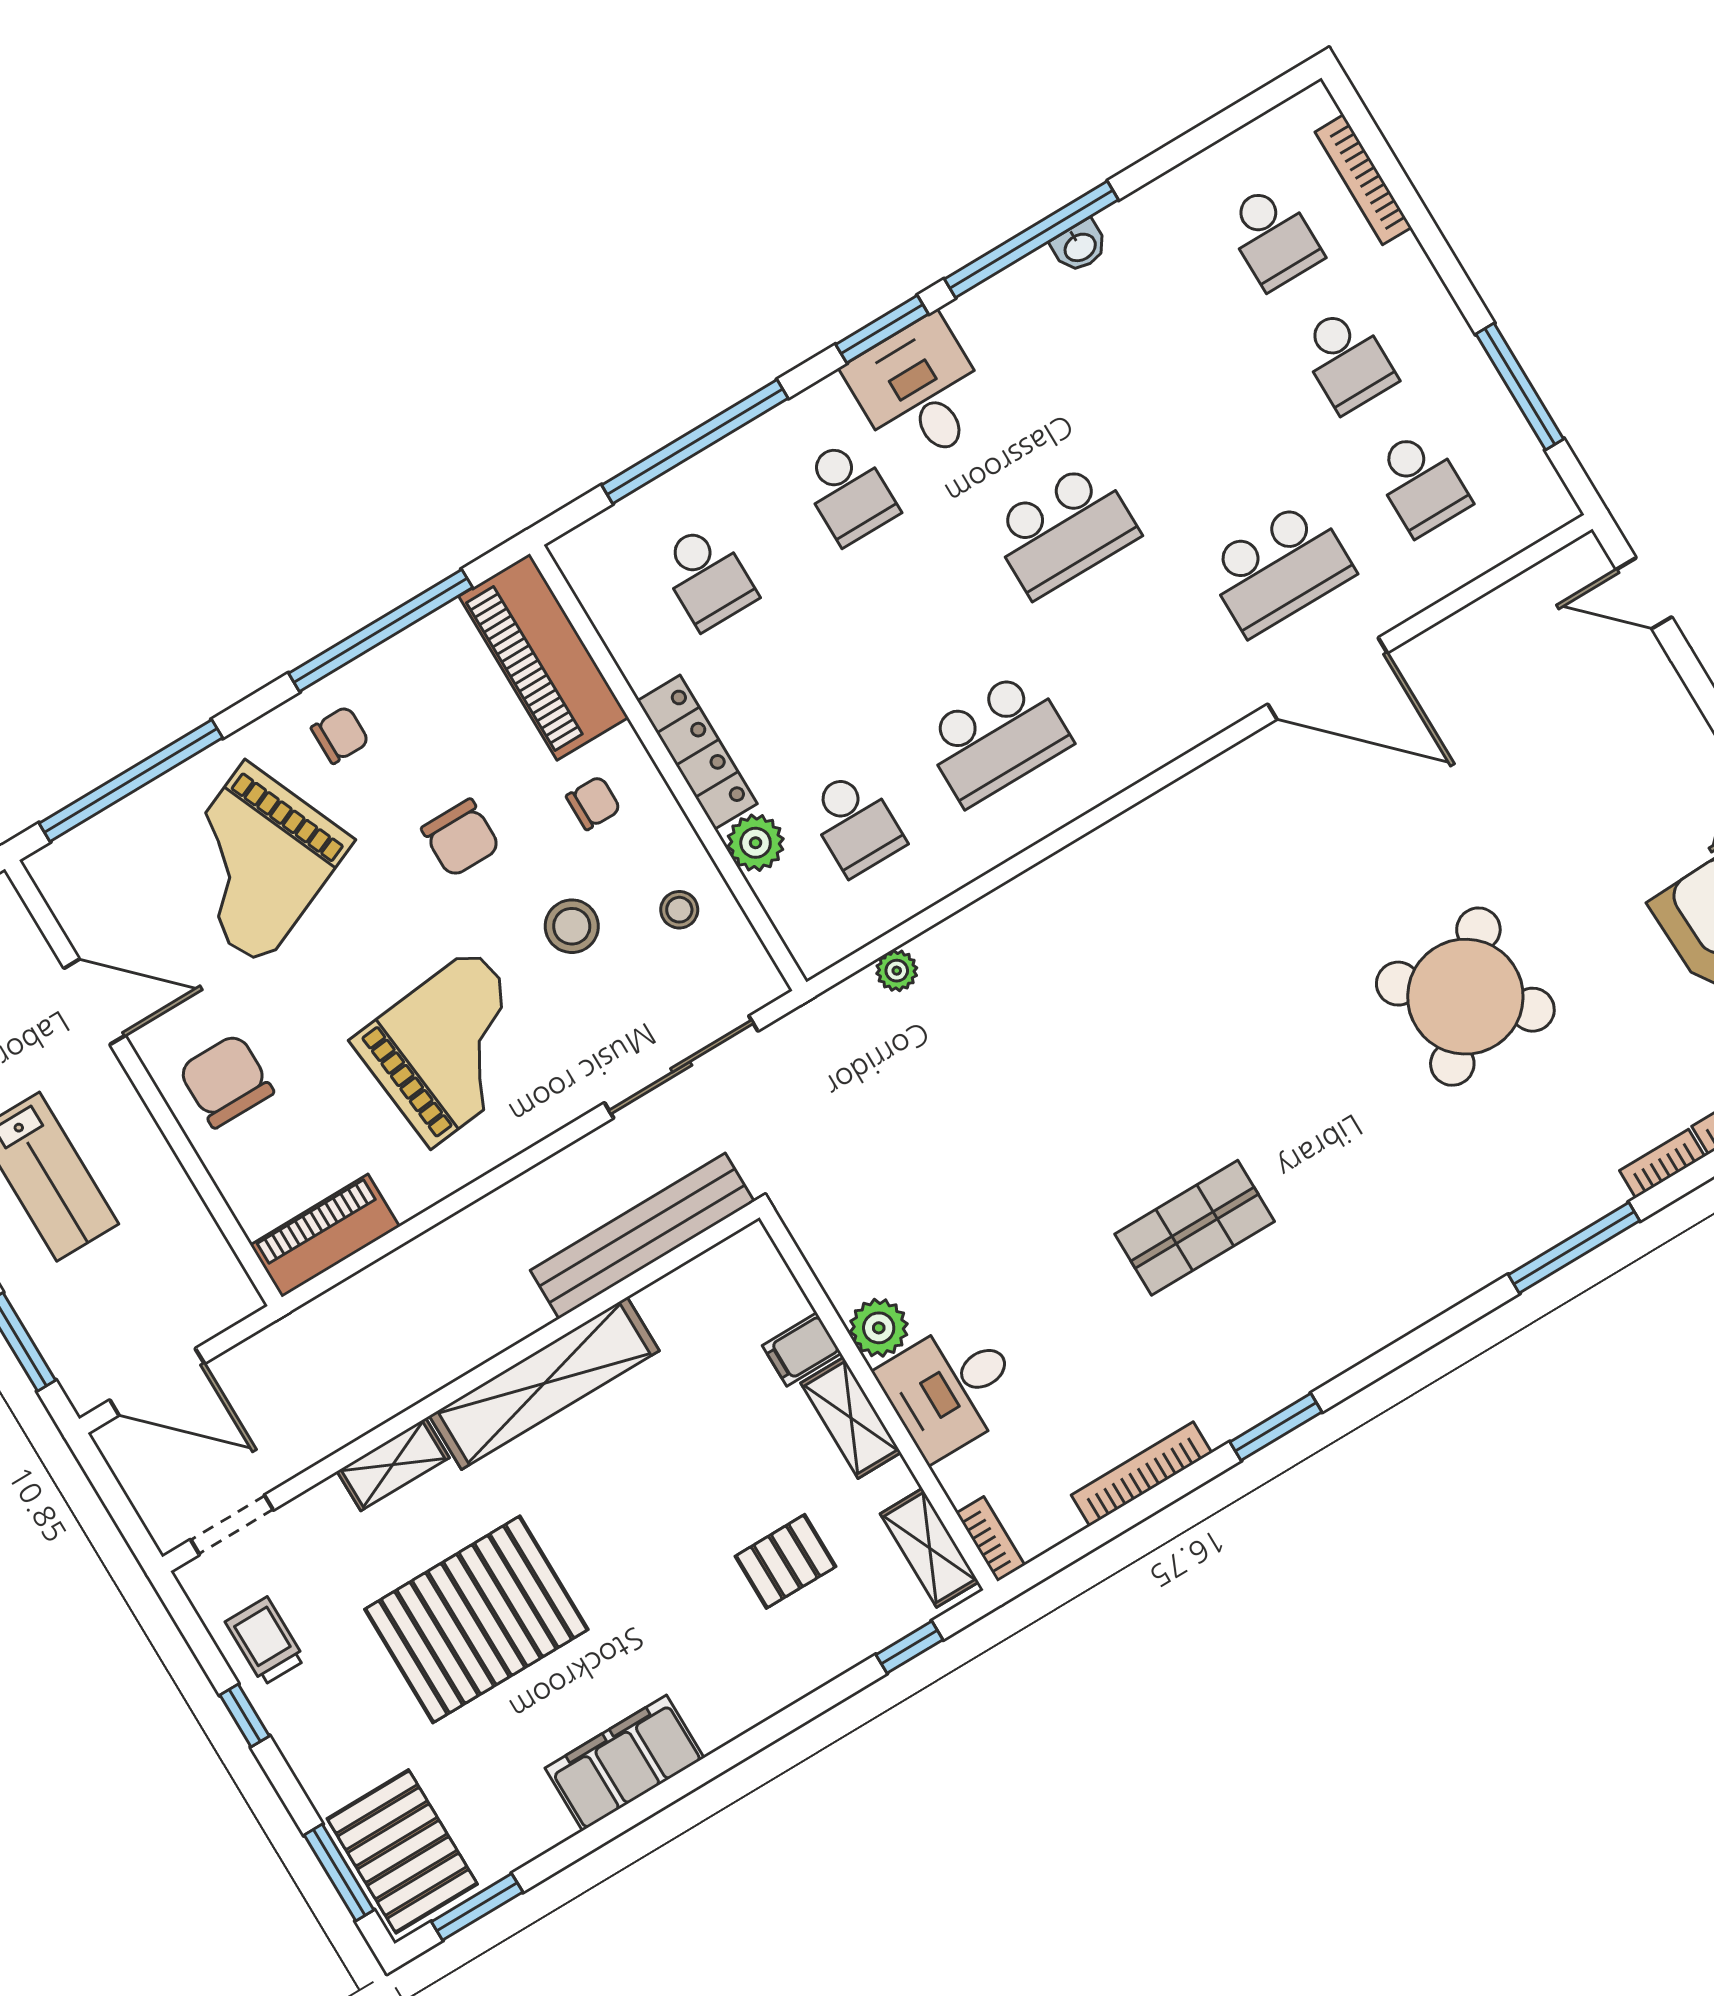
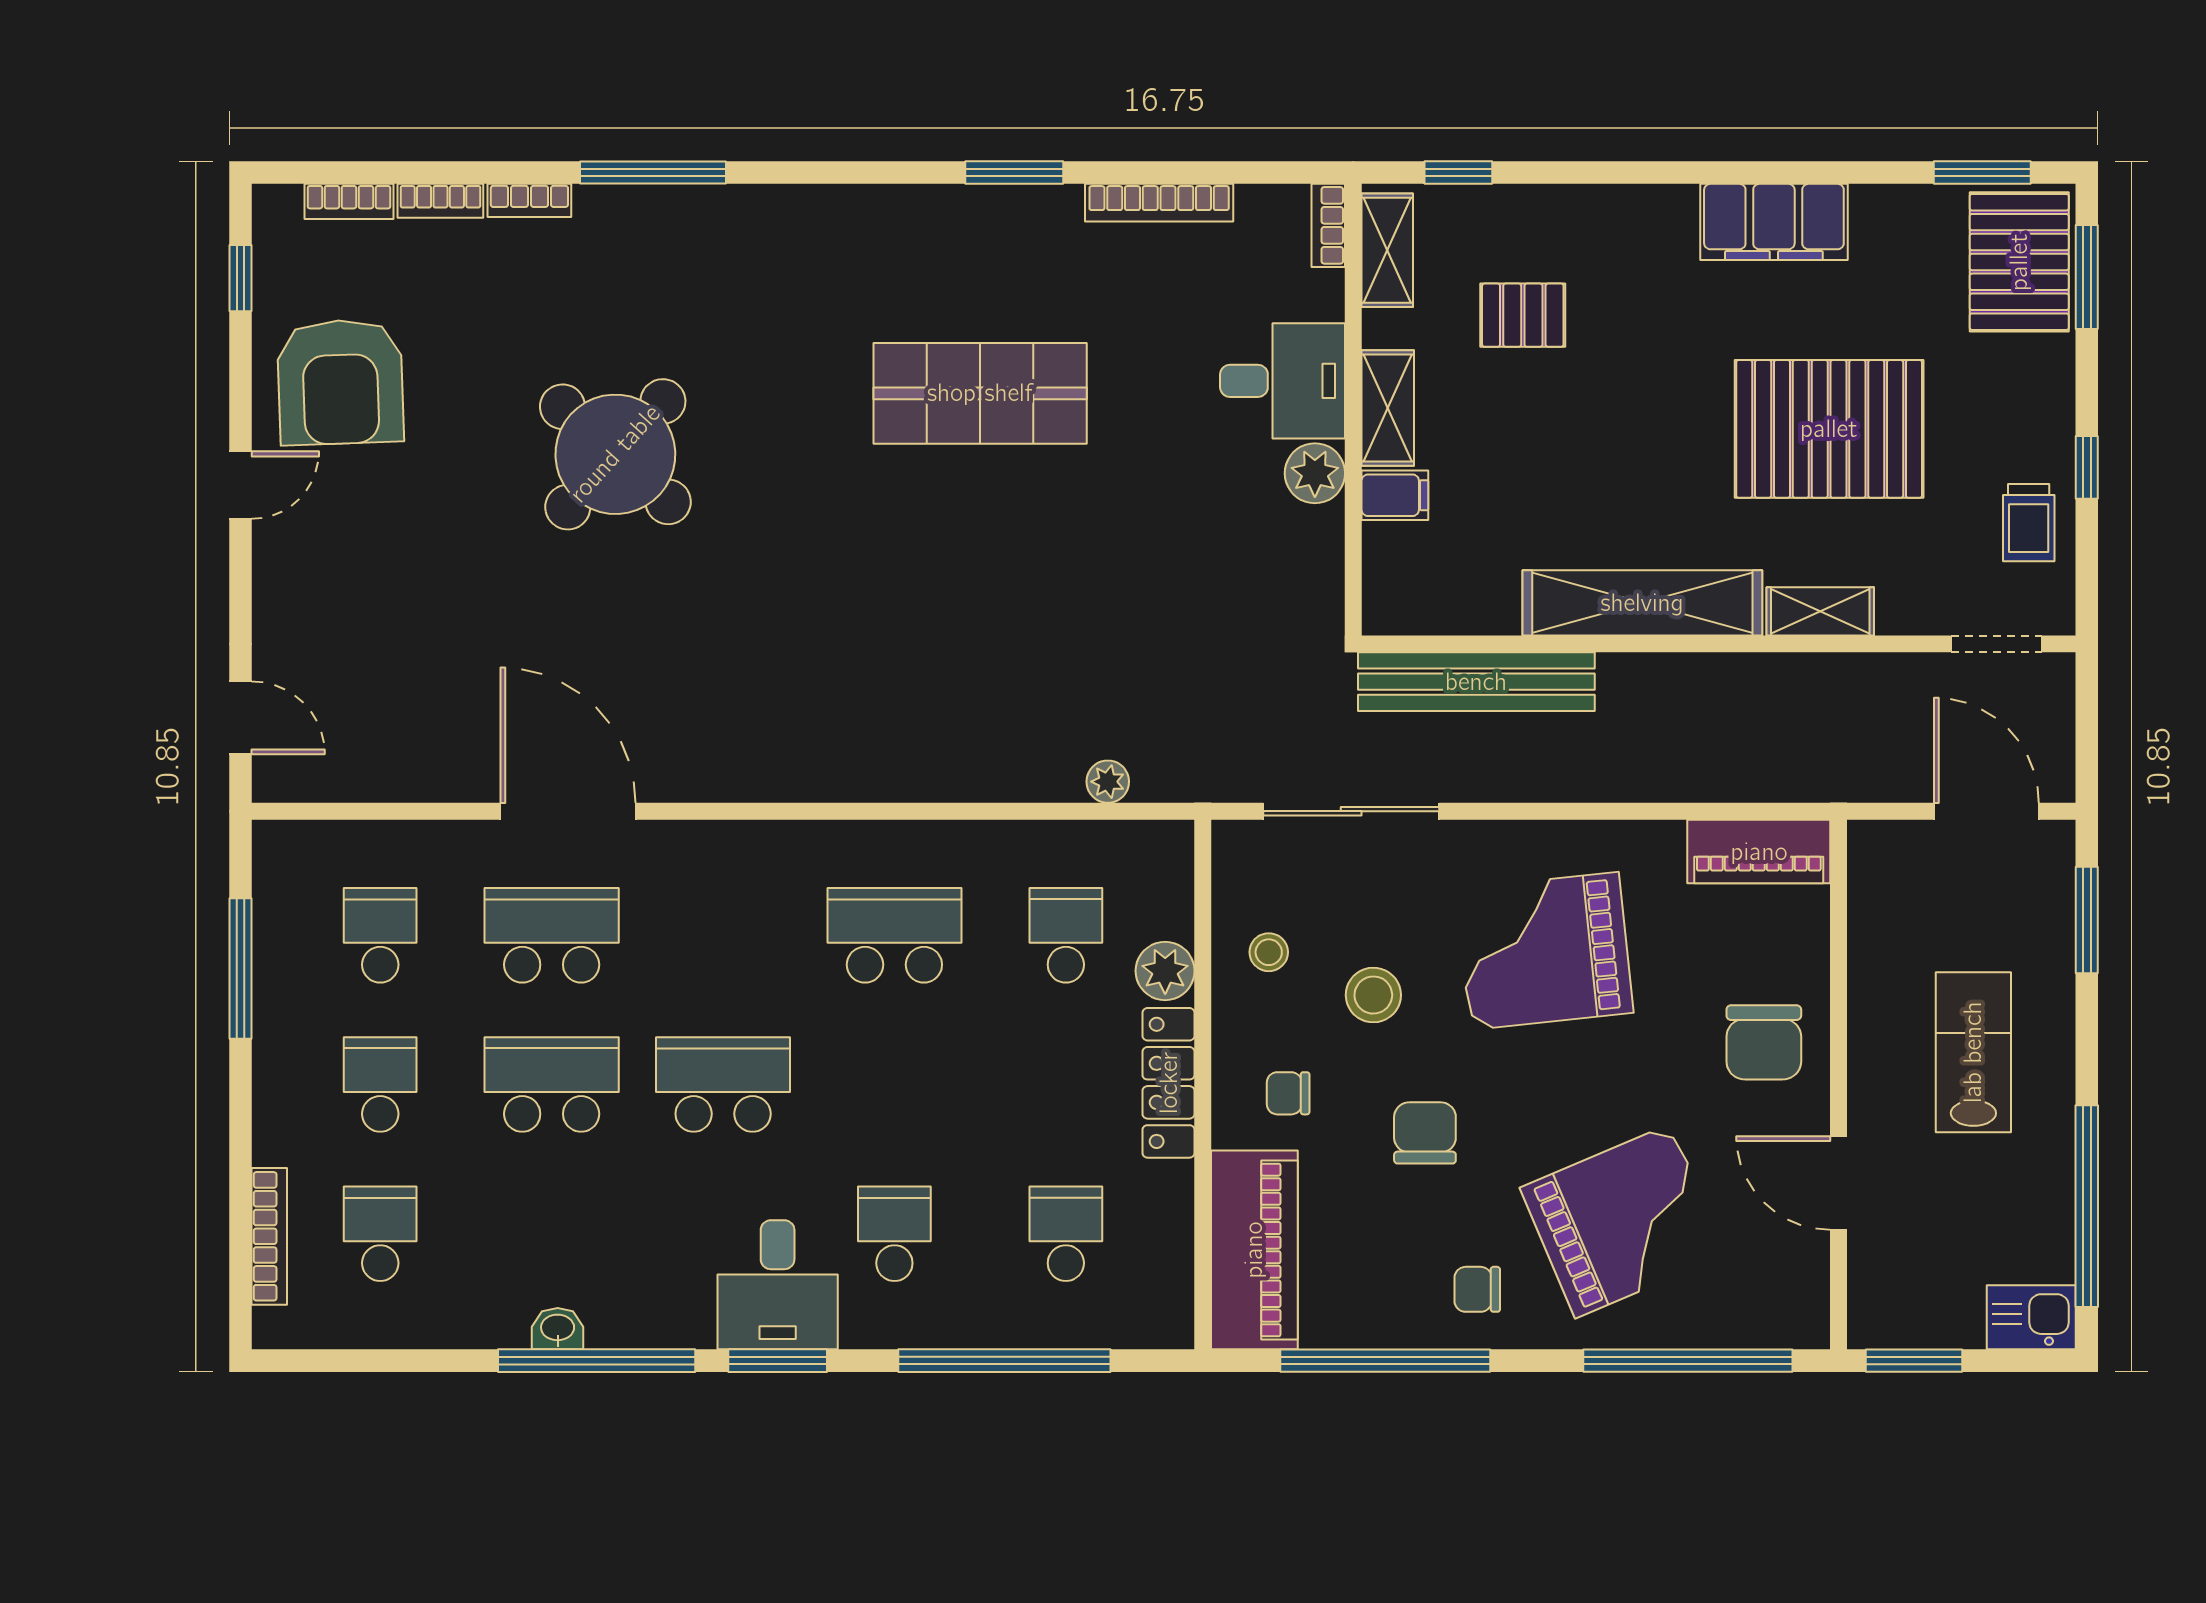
school desk: (1205, 445) -> (552, 1085), added
shop shelf: (1195, 1228) -> (980, 393), width x1.43, depth x1.36

